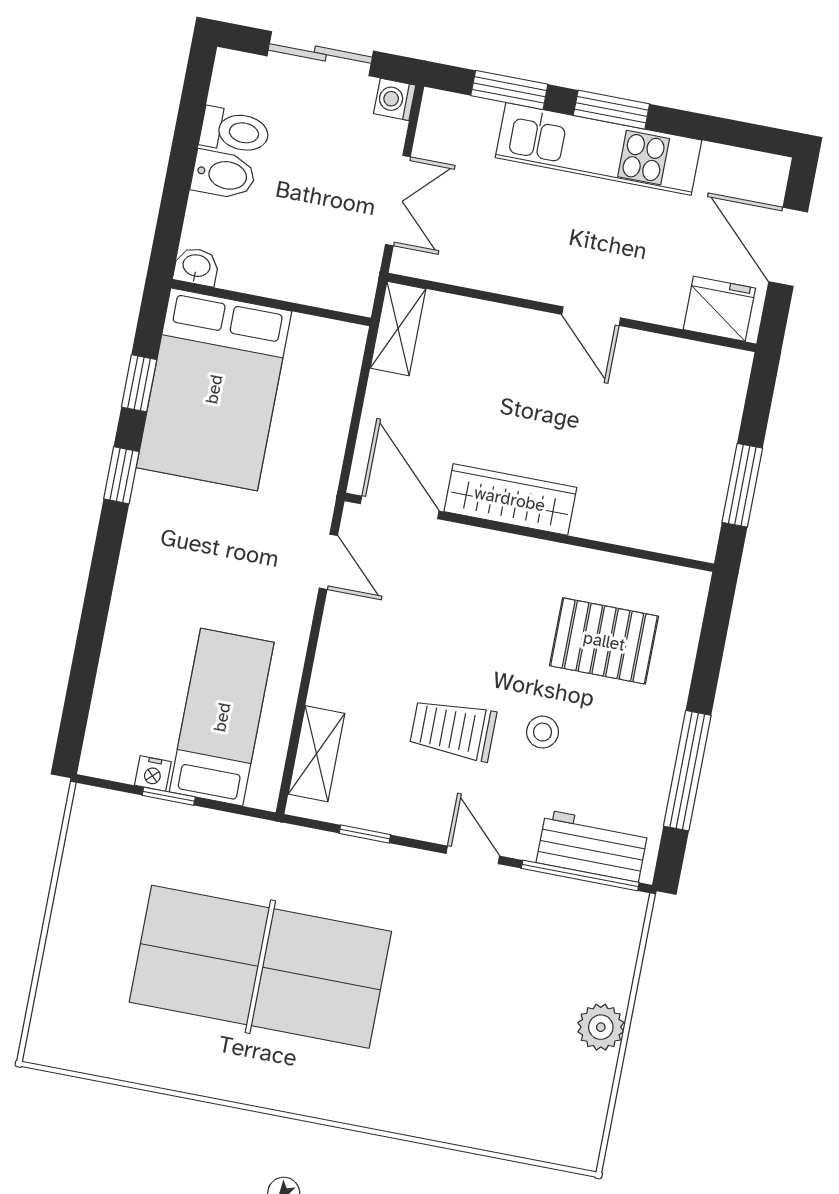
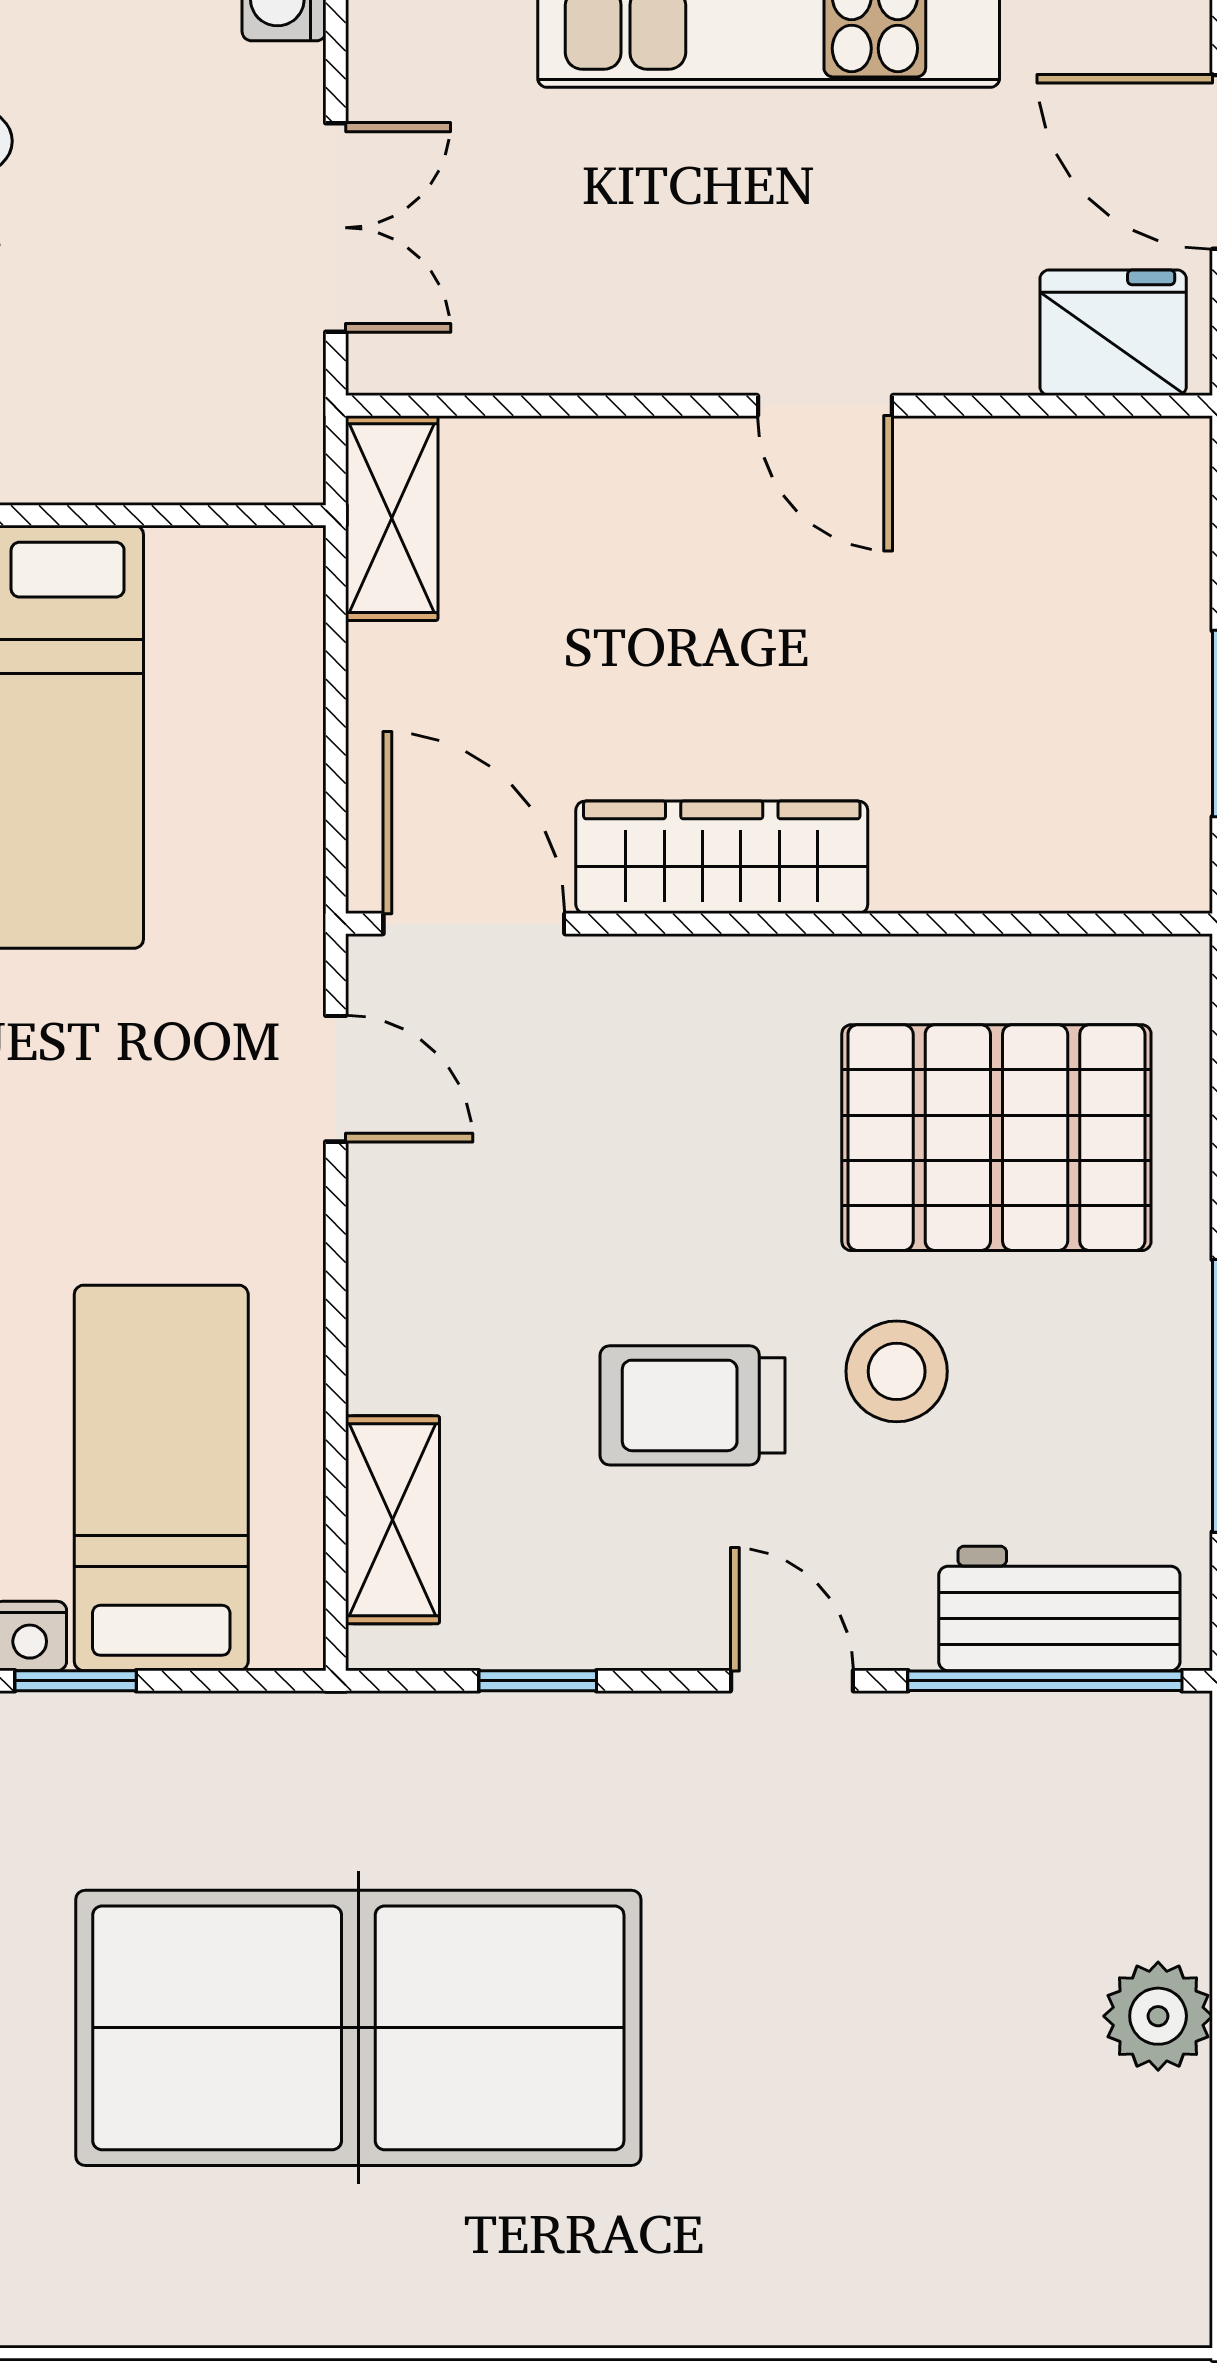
pallet: (604, 641) -> (996, 1138), width x1.37, depth x1.41
stool: (543, 732) -> (897, 1371), width x1.37, depth x1.37

